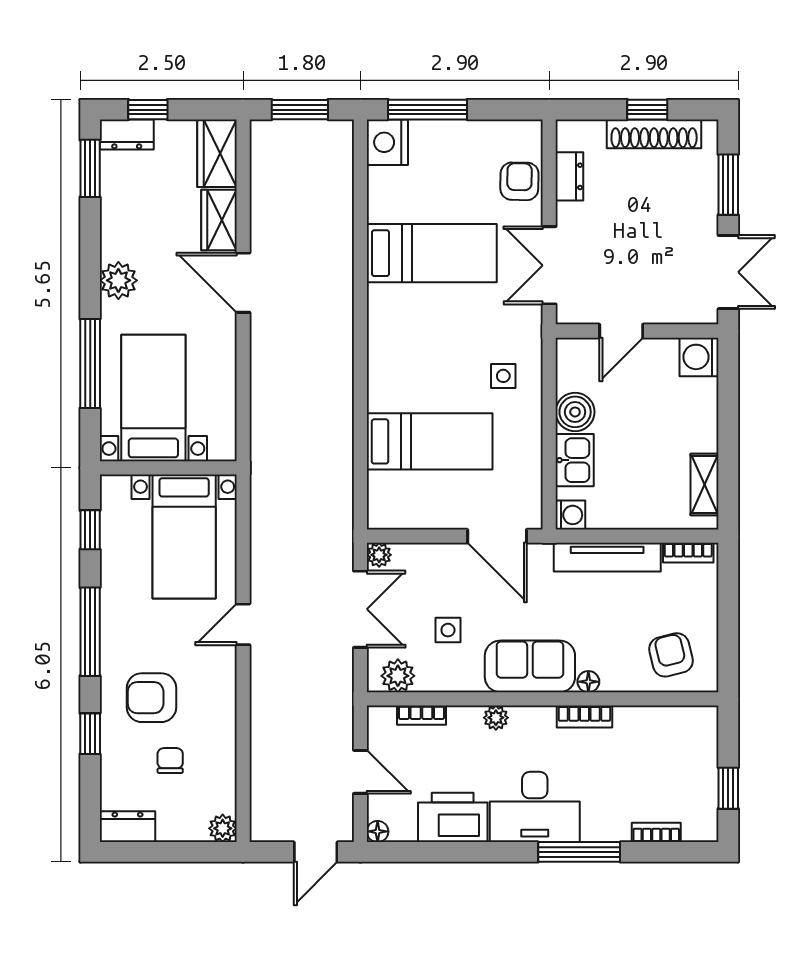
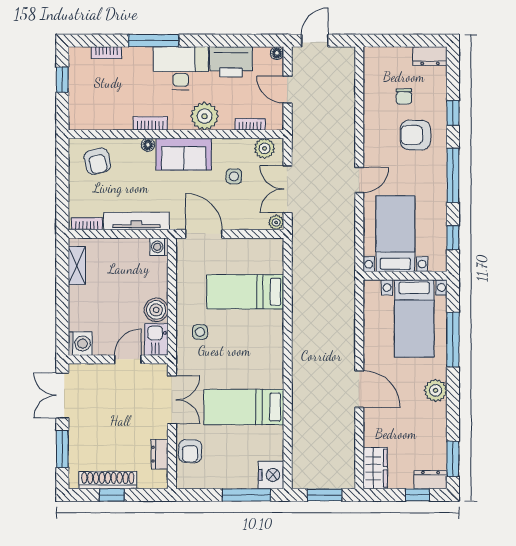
wardrobe: (219, 220) -> (374, 427), removed
kitchen sink: (575, 460) -> (156, 339), moved
armchair: (151, 698) -> (415, 135), turned 180
plant: (496, 718) -> (205, 116), width x1.88, depth x1.88
plant: (223, 828) -> (372, 55), removed

